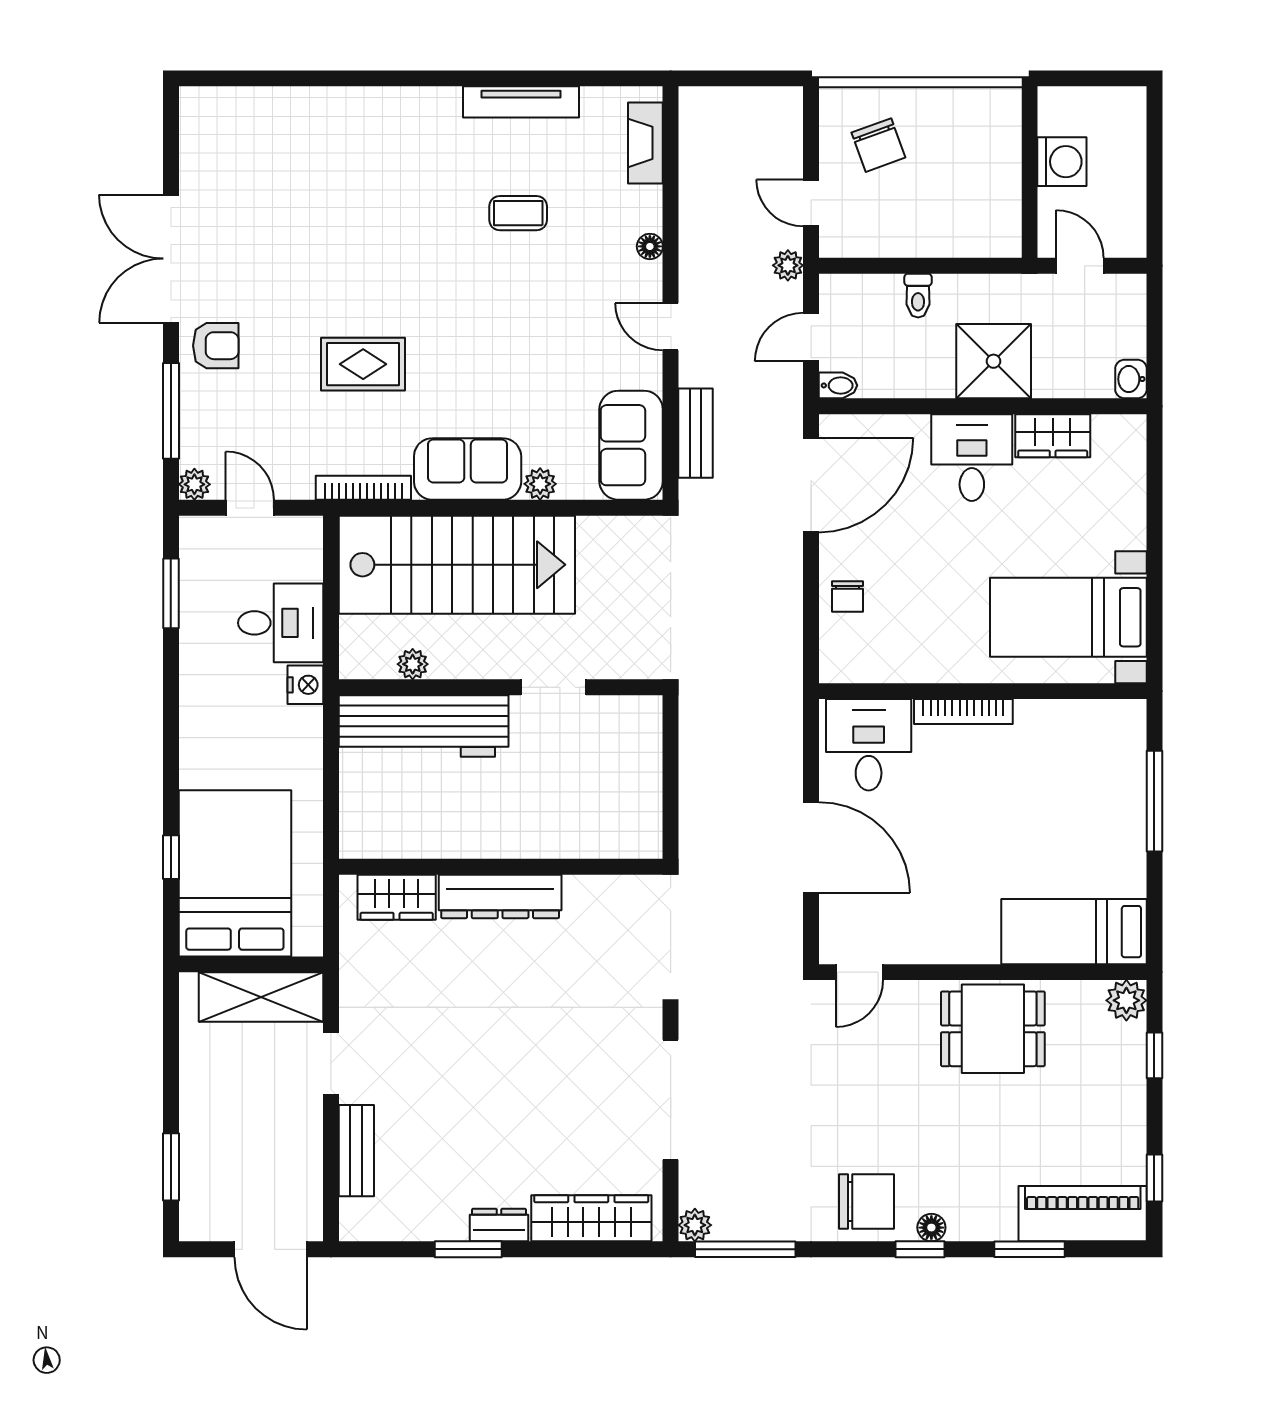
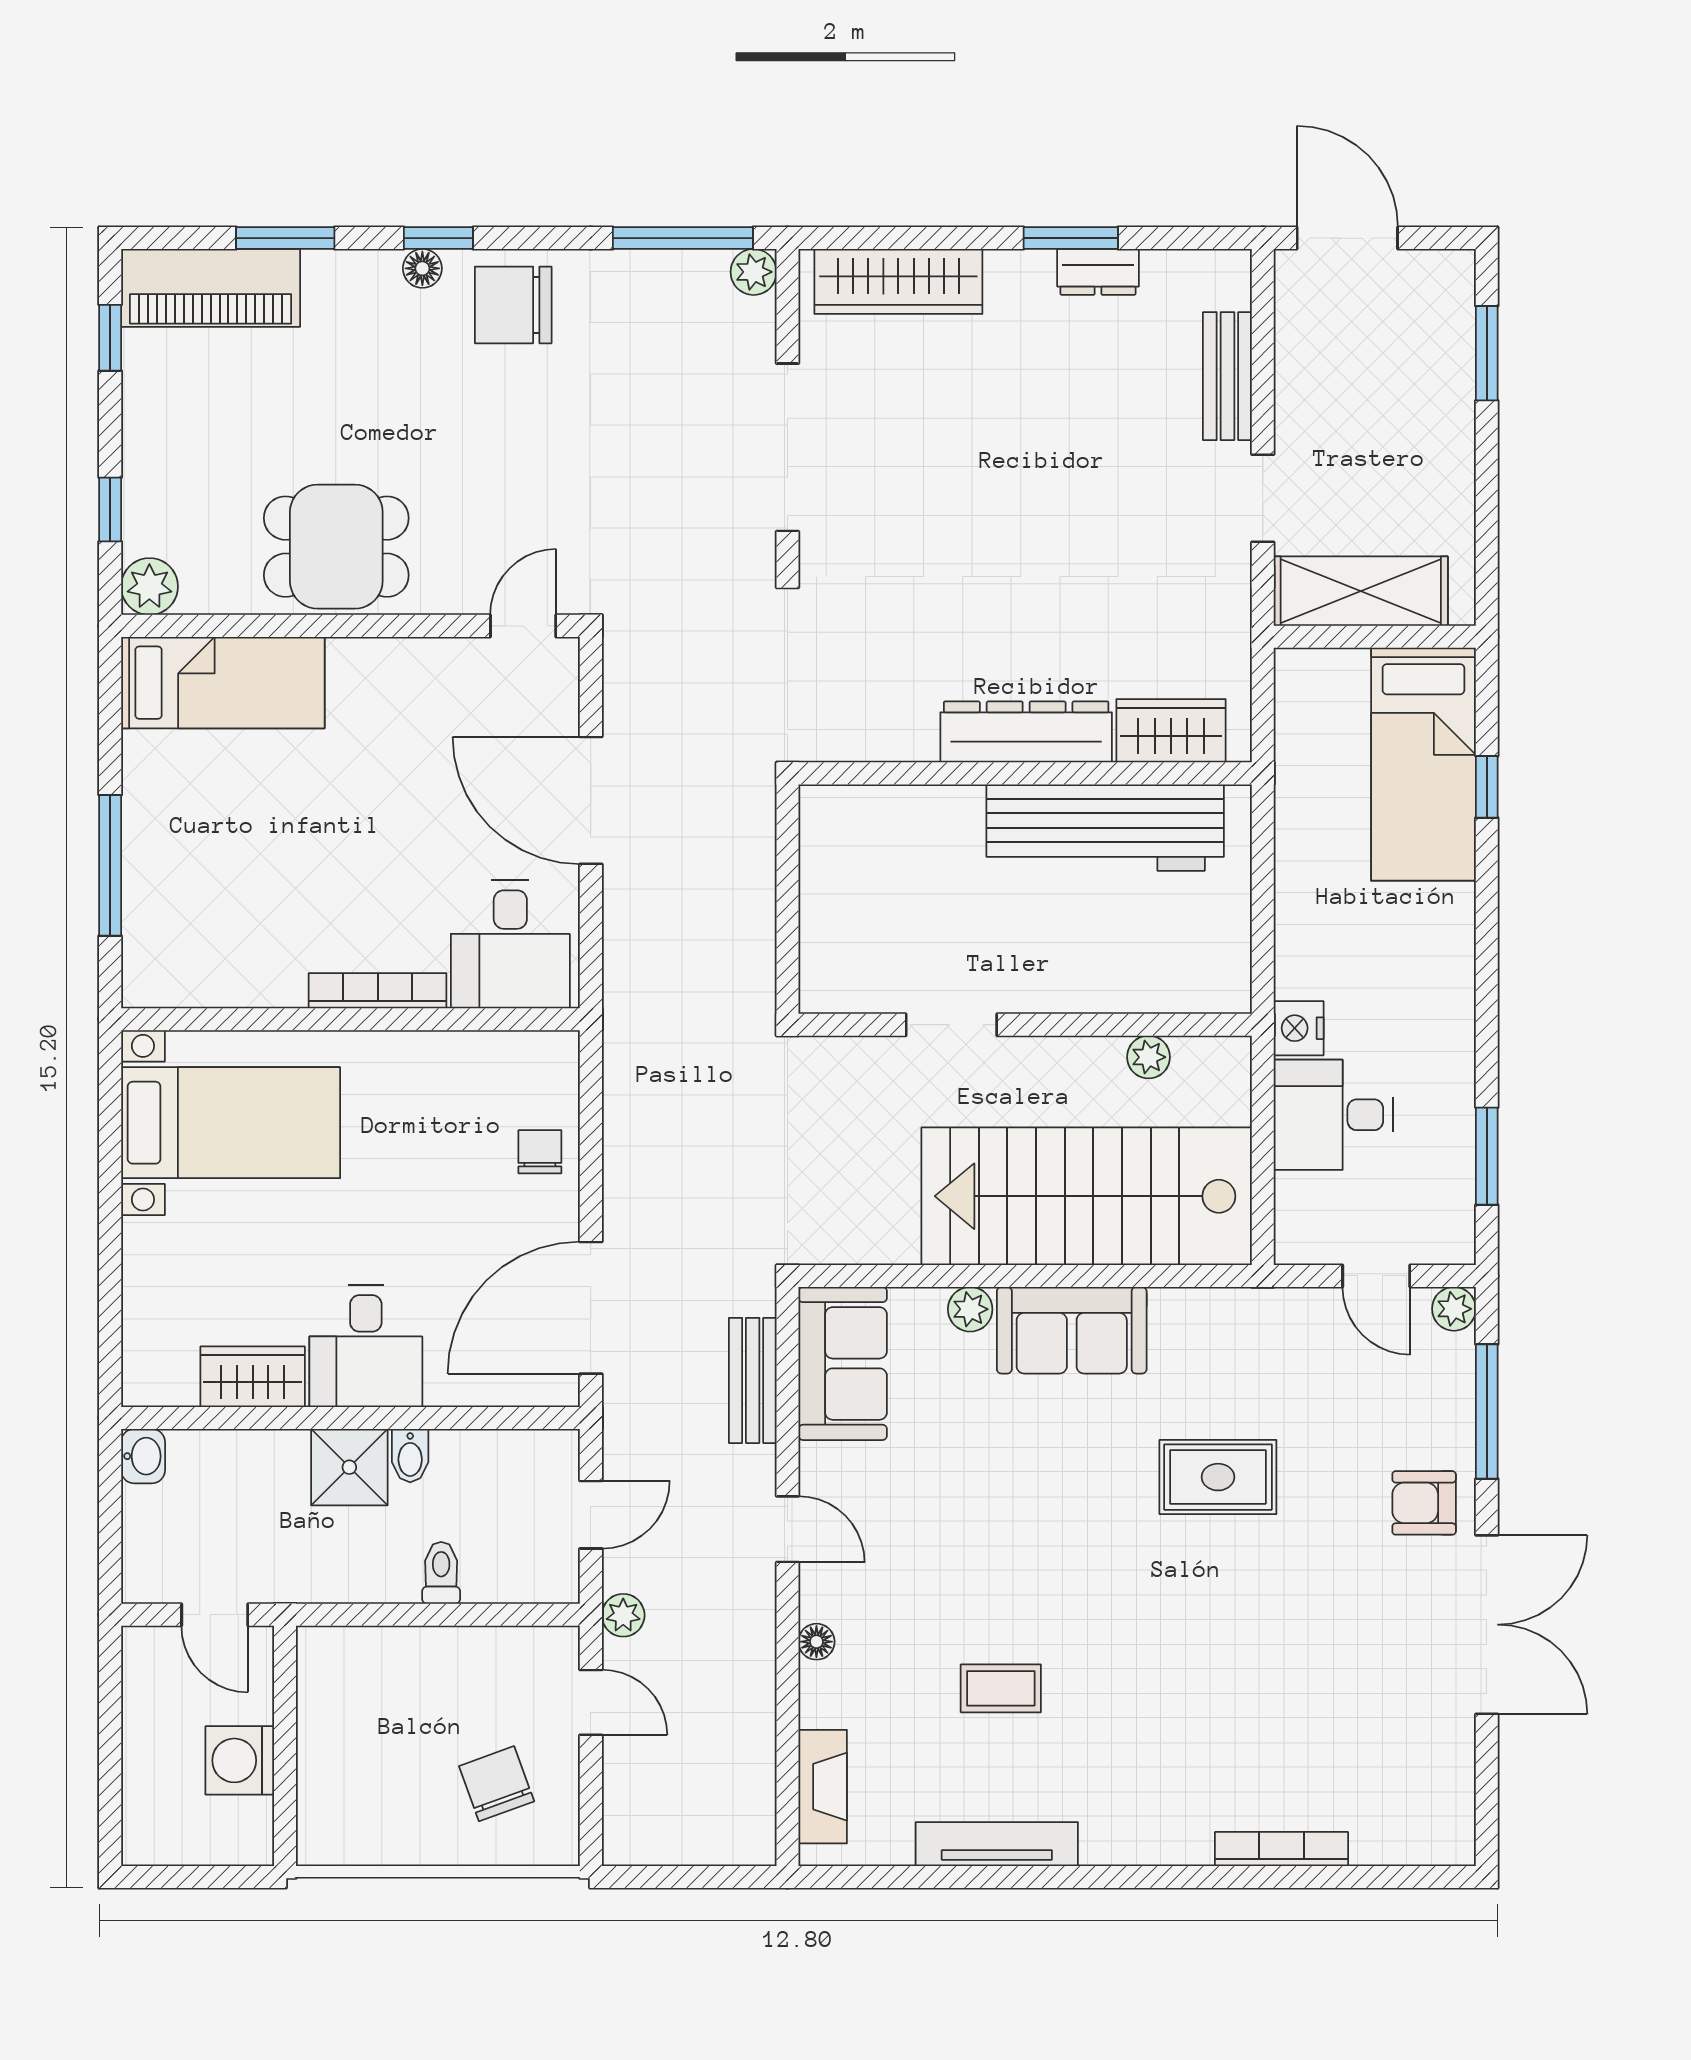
shower: (994, 361) -> (349, 1467), width x0.73, depth x0.73
bidet: (838, 385) -> (410, 1456), moved, turned -90
bookcase: (363, 488) -> (1282, 1849), moved, turned 180
workbench: (424, 726) -> (1105, 828), moved, turned 180
bed: (235, 873) -> (1423, 764), width x0.67
dresser: (499, 1225) -> (1098, 272), moved

